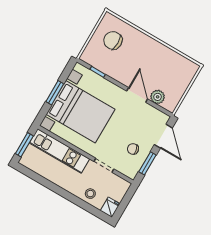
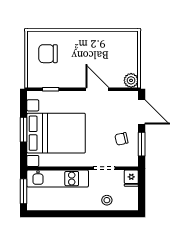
plant: (158, 97) -> (131, 80), moved
fridge: (110, 207) -> (131, 178), moved, turned 180

